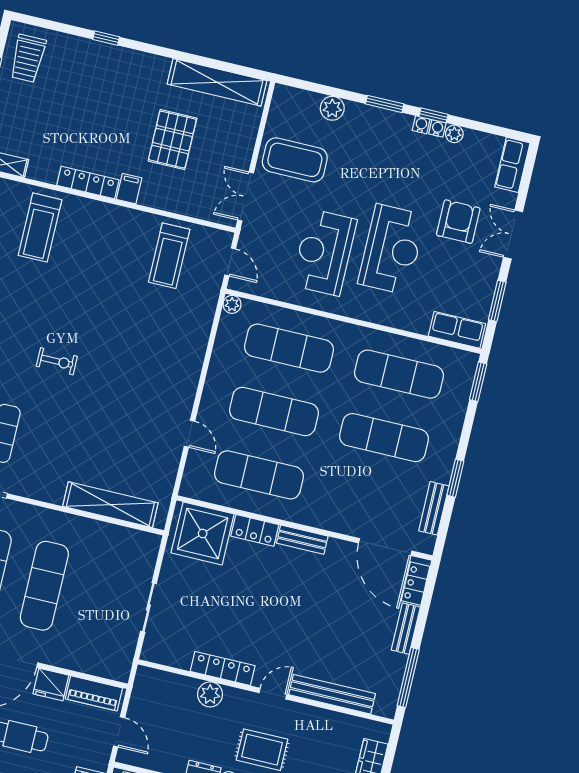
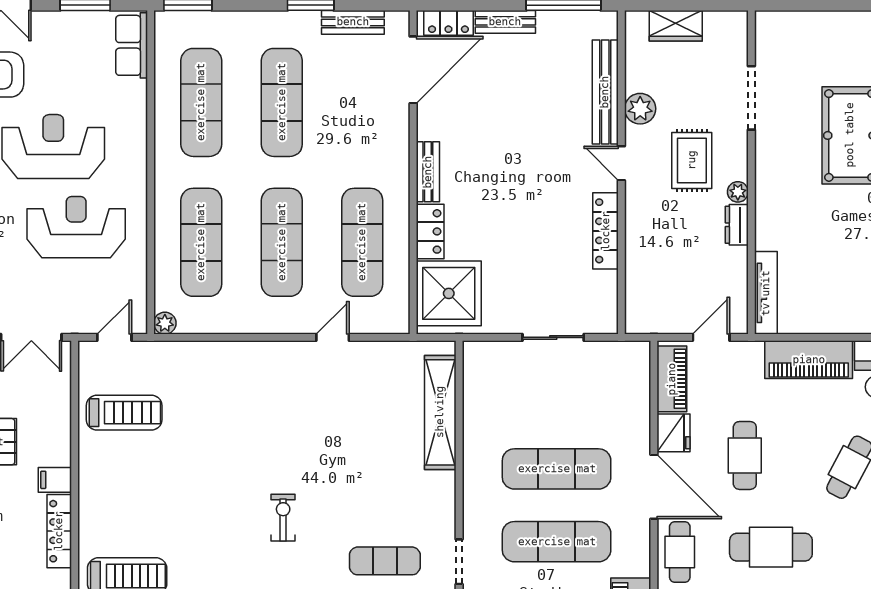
reception desk: (324, 252) -> (76, 227), turned 180
plant: (210, 694) -> (640, 109), moved

